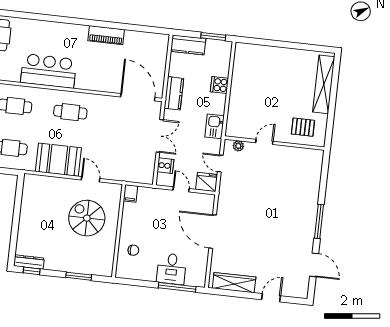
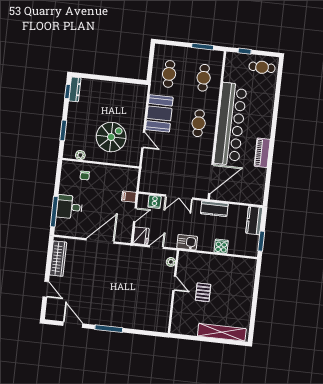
bar counter: (49, 71) -> (230, 124), width x1.86
pallet: (303, 127) -> (203, 292), moved
door: (91, 179) -> (143, 140), hinge flipped
filing cabinet: (130, 193) -> (129, 197), moved
plant: (109, 255) -> (80, 155), added
door: (314, 265) -> (73, 325), swing flipped

